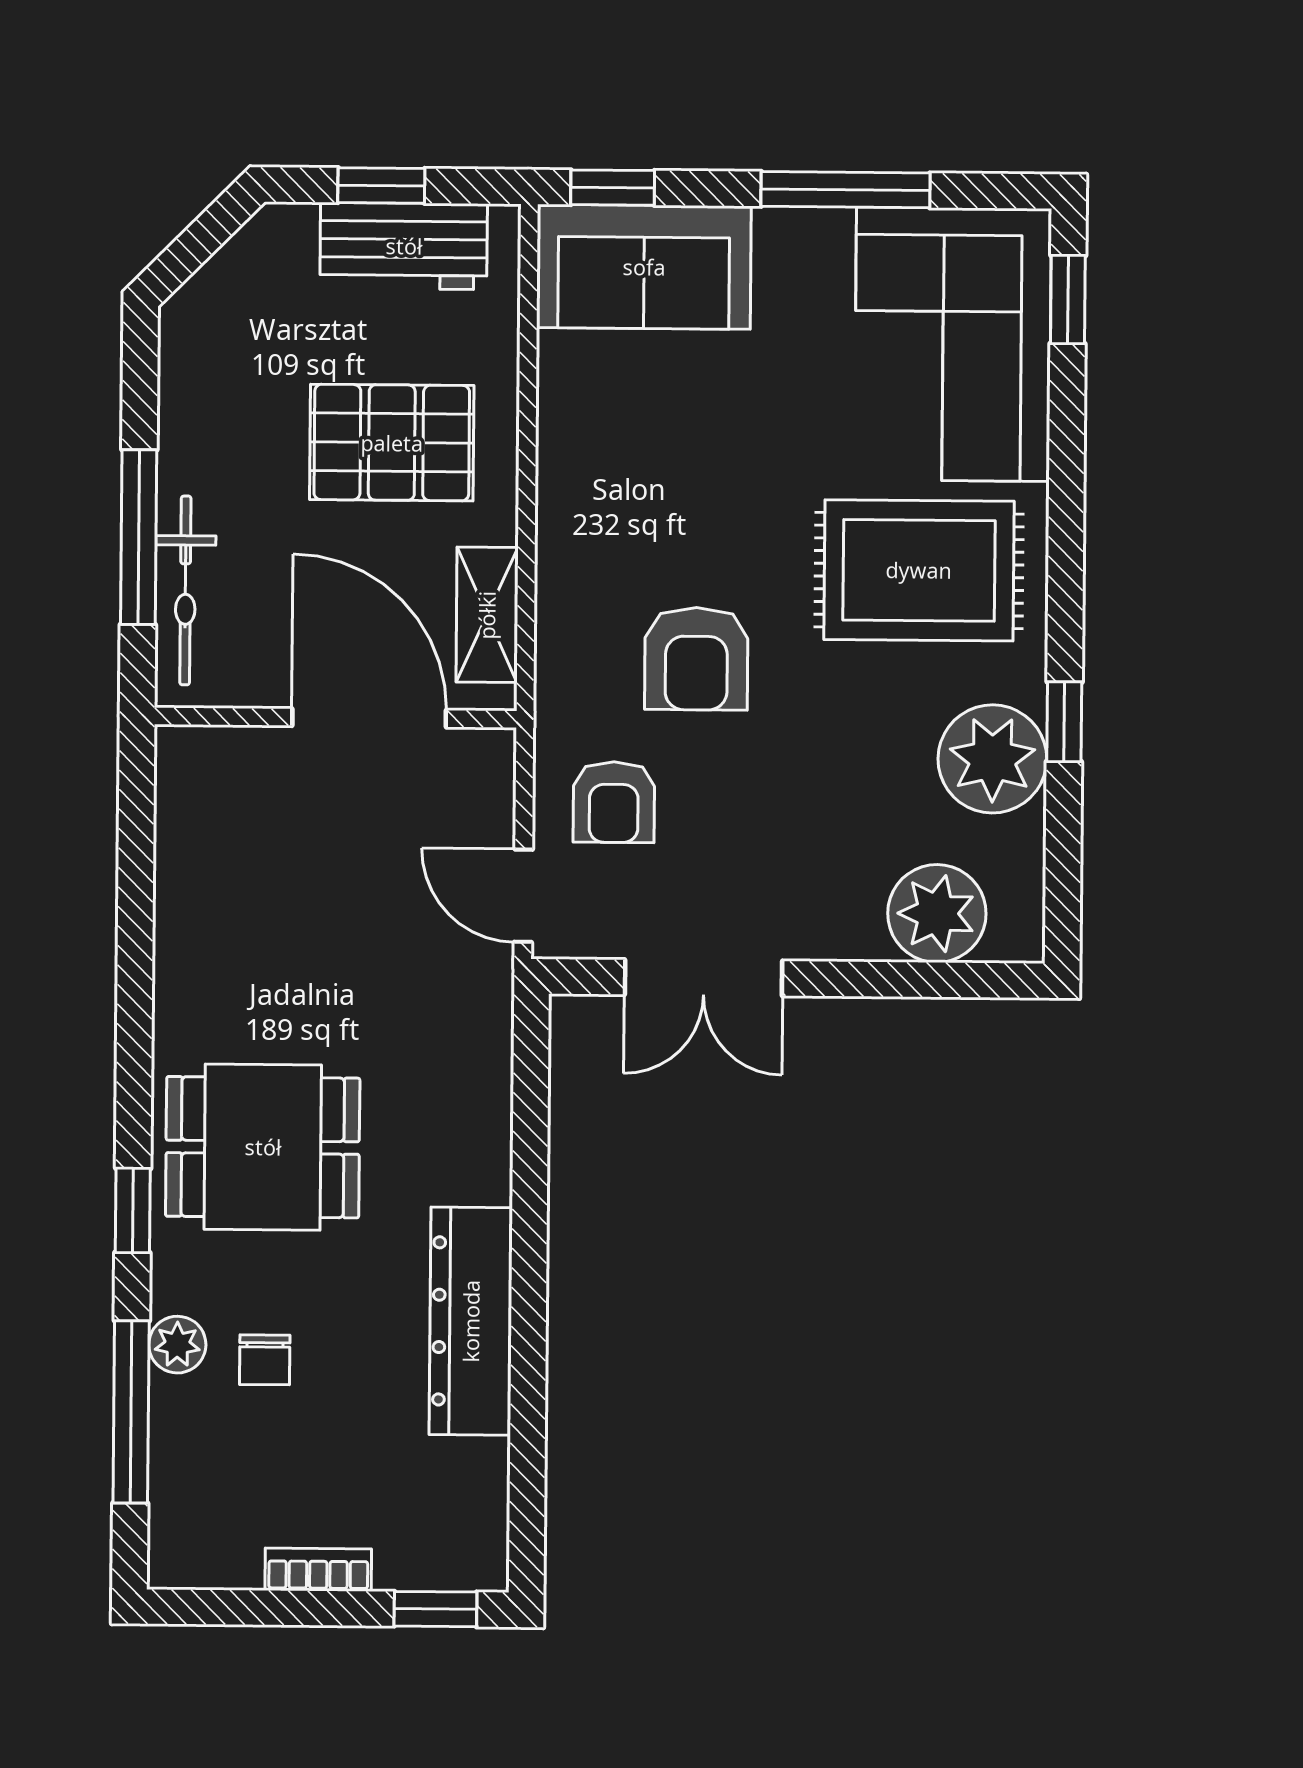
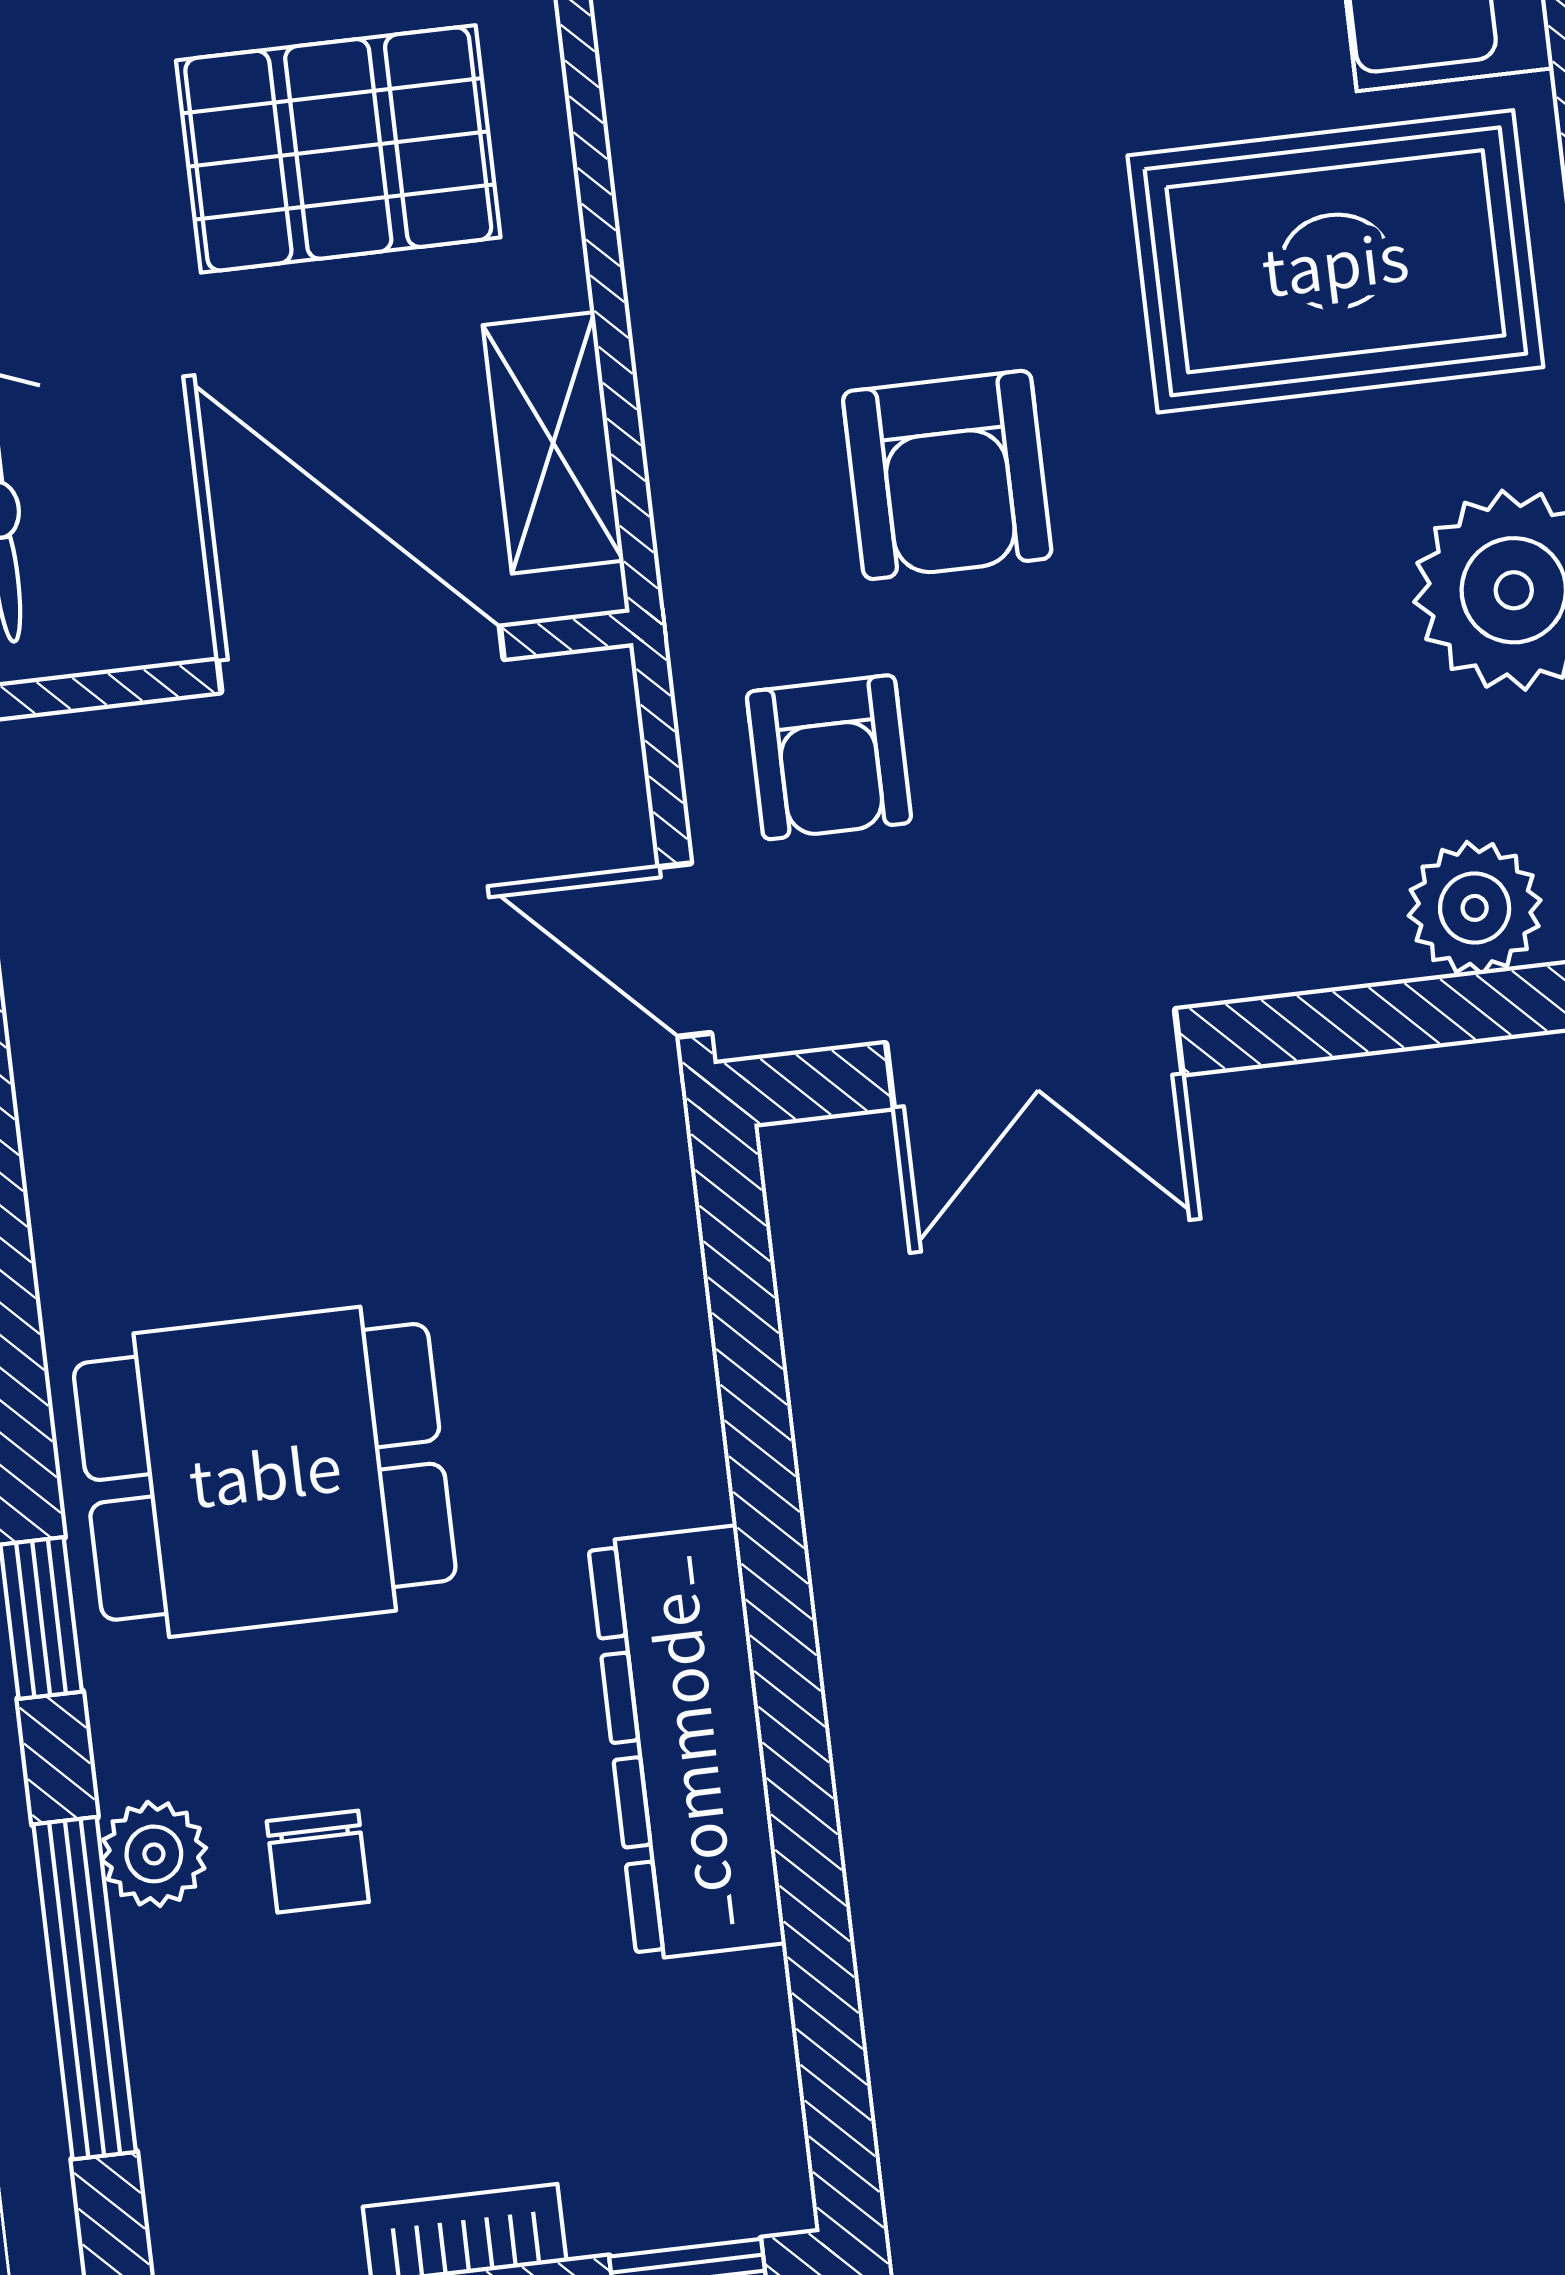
plant: (937, 913) -> (1475, 908), width x0.73, depth x0.73

